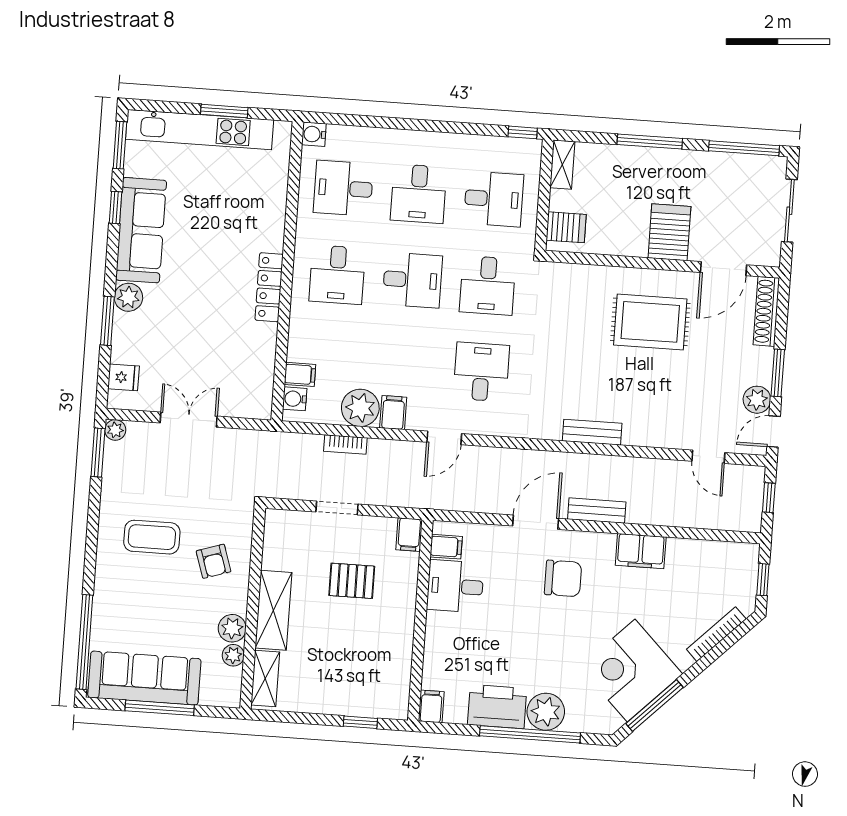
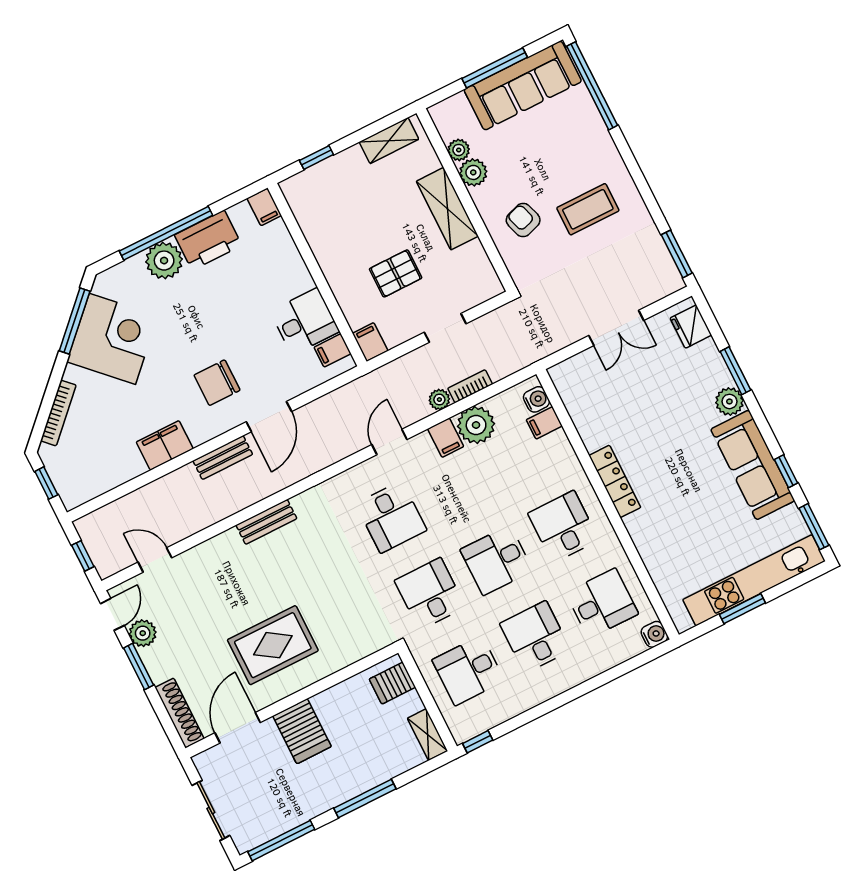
fridge: (123, 377) -> (691, 327), width x1.38
plant: (115, 430) -> (439, 400), moved
shelving: (265, 678) -> (389, 141), moved, turned 90

